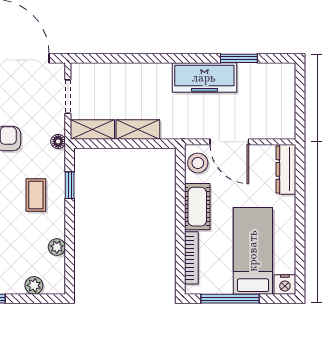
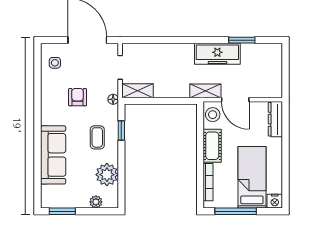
shelving: (138, 130) -> (205, 91), moved
plant: (57, 247) -> (107, 175), width x1.87, depth x1.87

